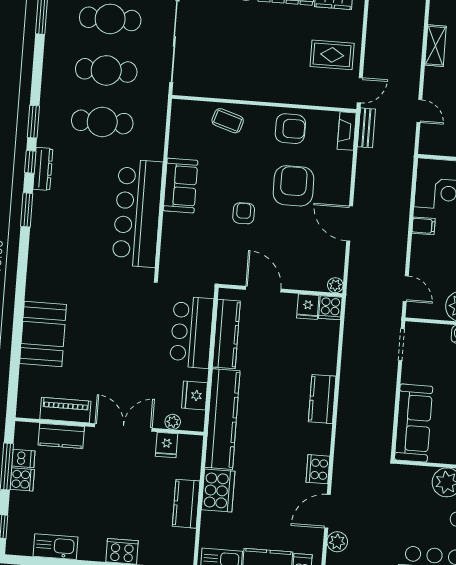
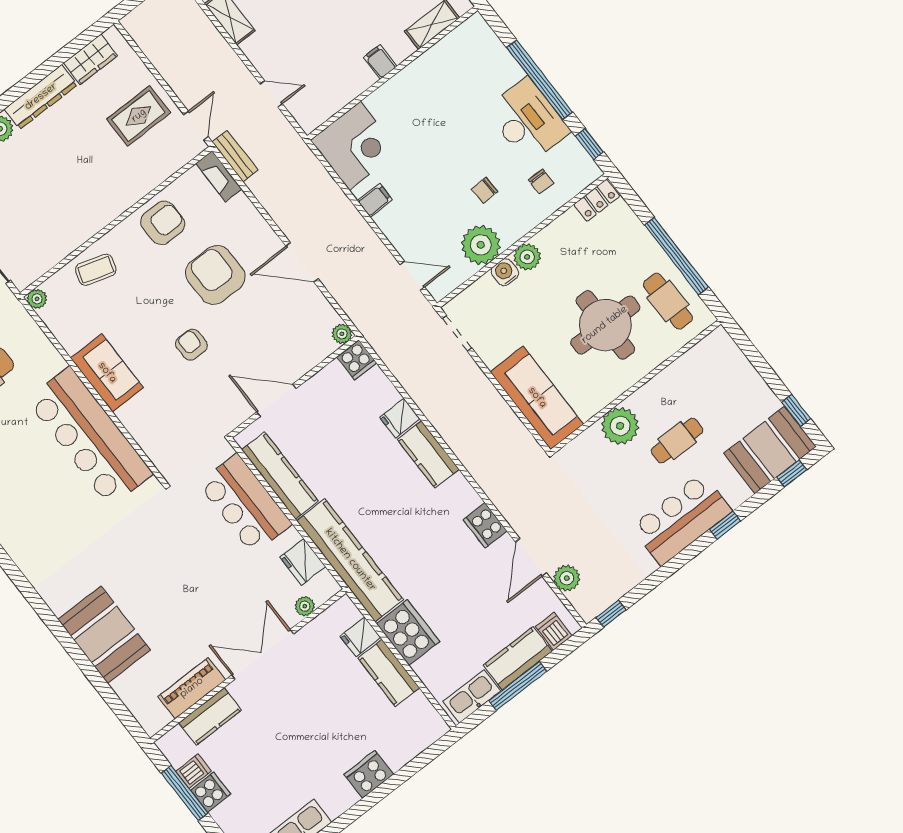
plant: (179, 107) -> (37, 299), added
fridge: (308, 307) -> (400, 418), moved, turned 90
fridge: (167, 445) -> (360, 637), moved, turned 90

